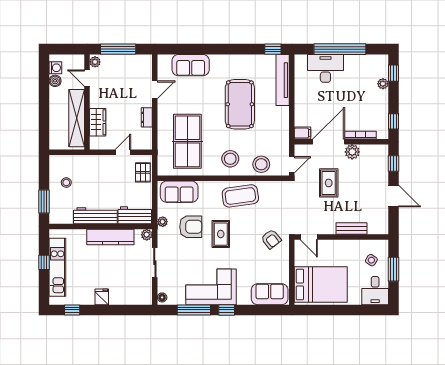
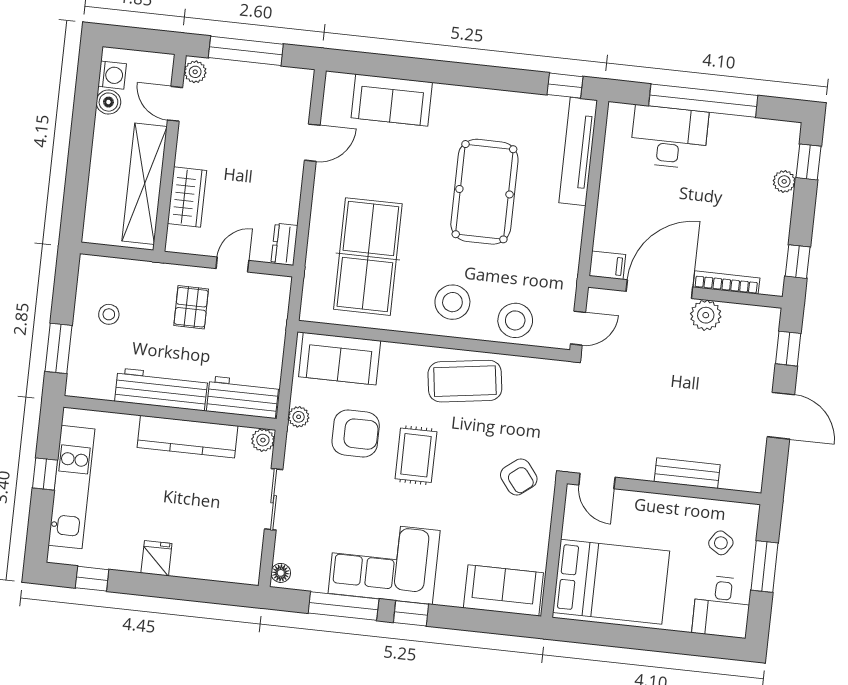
dresser: (147, 117) -> (284, 244), moved
pallet: (143, 172) -> (191, 307), moved
rug: (329, 183) -> (650, 374), removed

